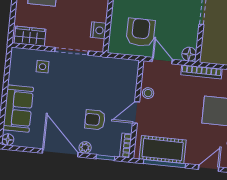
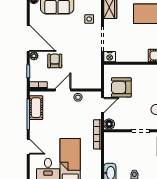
nightstand: (98, 30) -> (110, 57), moved
armchair: (141, 32) -> (121, 87), turned 180
door: (136, 113) -> (63, 90), hinge flipped
cot: (163, 150) -> (36, 108), width x0.73, depth x0.75
door: (60, 153) -> (28, 38), hinge flipped

